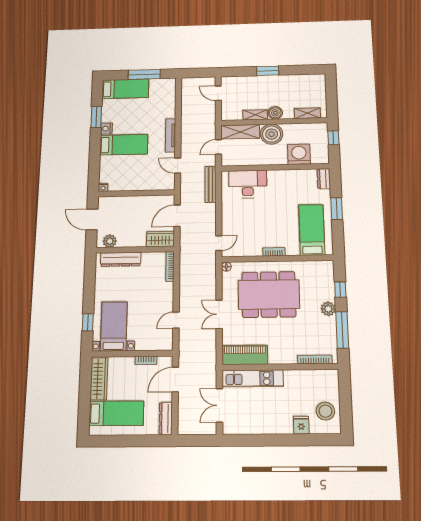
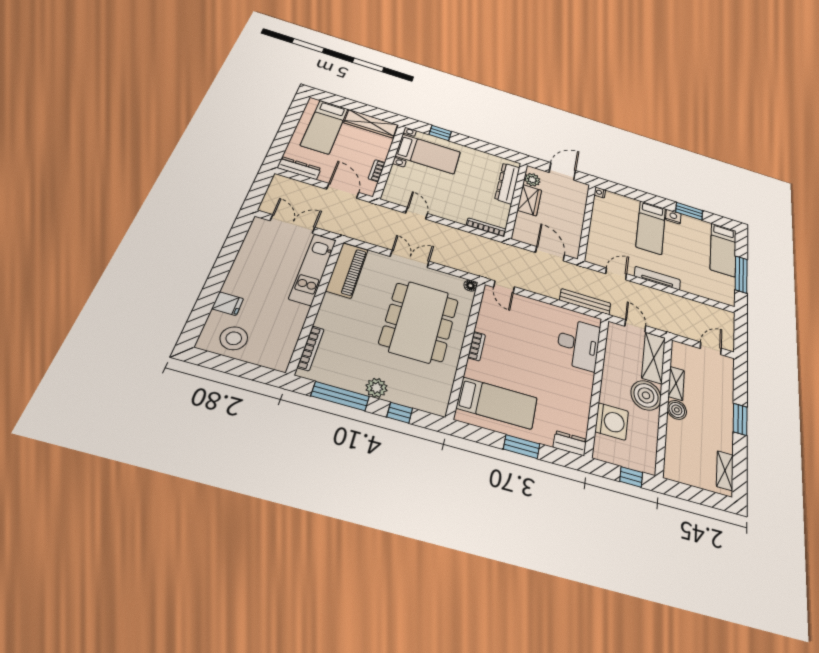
shelving: (307, 113) -> (725, 471), moved
wardrobe: (160, 239) -> (529, 200), moved

